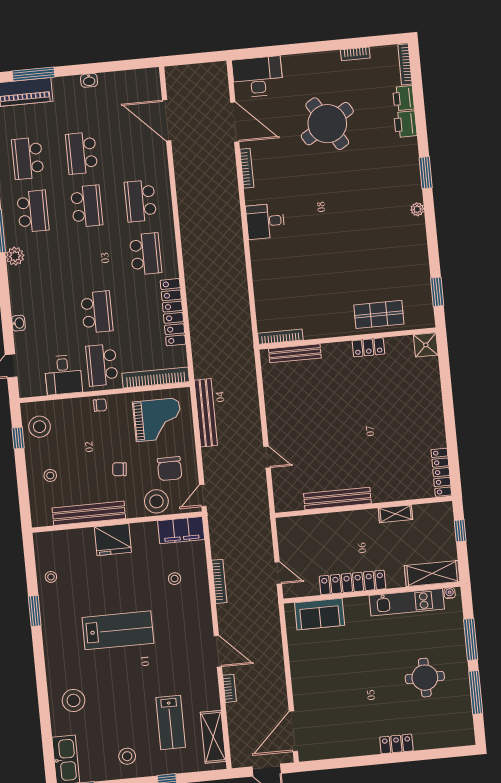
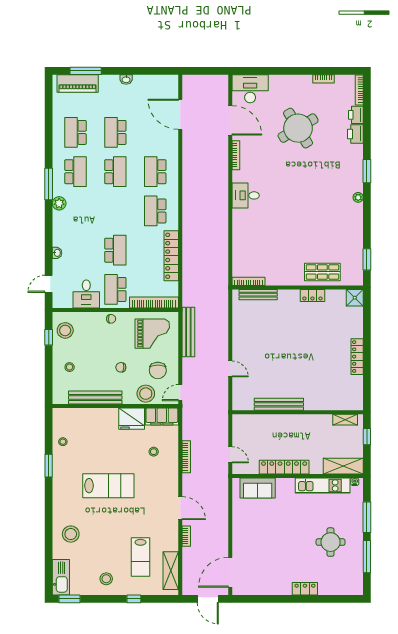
school desk: (146, 254) -> (155, 211), turned 180
locker: (441, 472) -> (357, 357), moved
shelving: (395, 514) -> (345, 420), moved
fridge: (113, 540) -> (132, 419), moved

